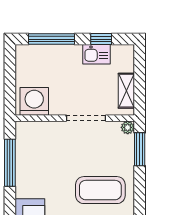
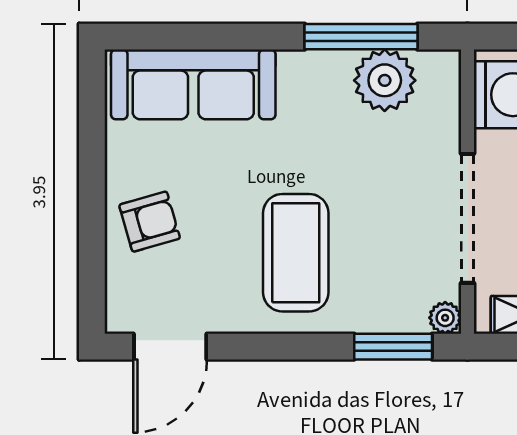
doorway: (86, 118) -> (467, 218), width x1.36
plant: (28, 153) -> (385, 80), added

